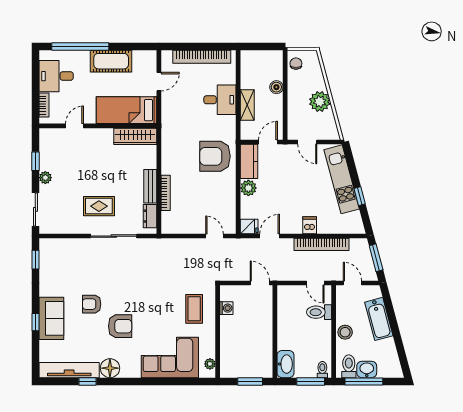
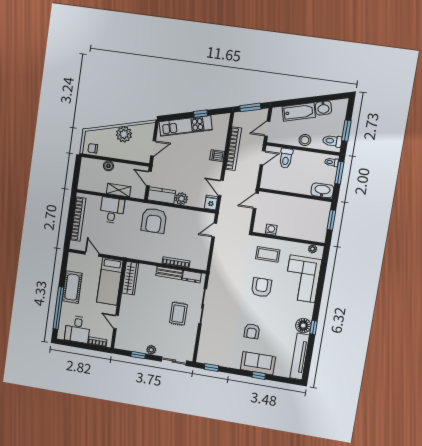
armchair: (120, 326) -> (261, 287), moved
washbasin: (367, 369) -> (323, 108), moved, turned -105
window: (87, 381) -> (313, 327), moved
window: (364, 381) -> (346, 131), width x0.69

